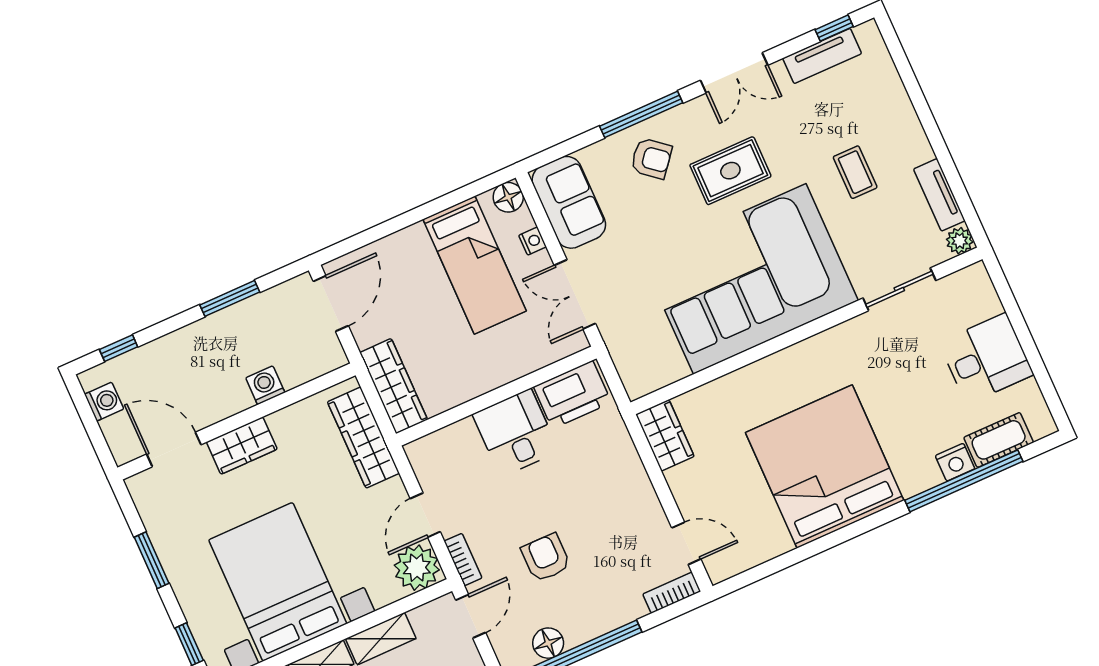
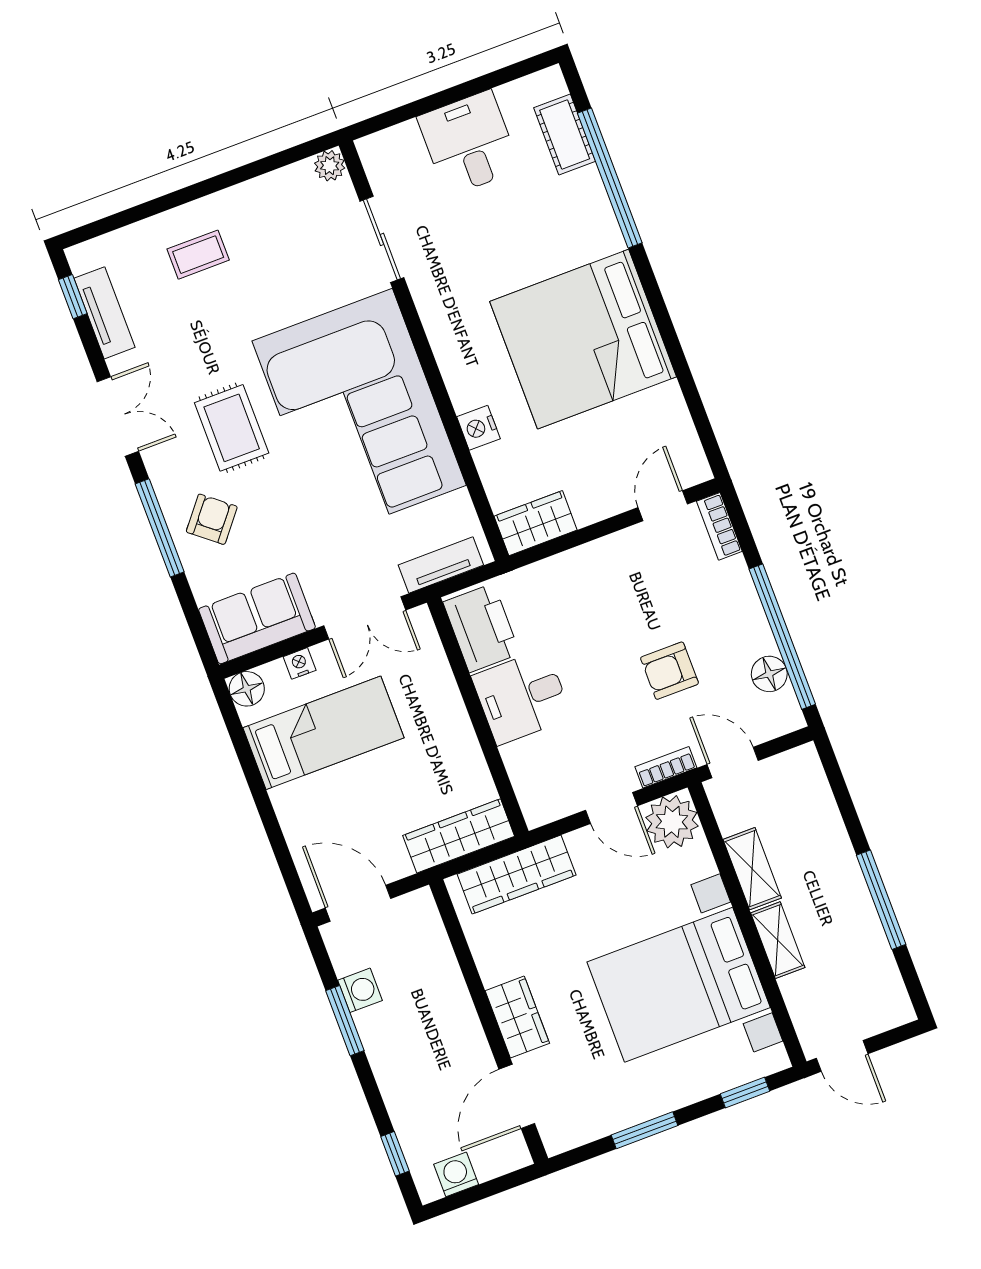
coffee table: (855, 172) -> (198, 255), moved
tv unit: (939, 195) -> (441, 565), moved, turned 180
washing machine: (265, 385) -> (360, 990), moved, turned 180
nightstand: (955, 462) -> (478, 428), moved, turned 180

